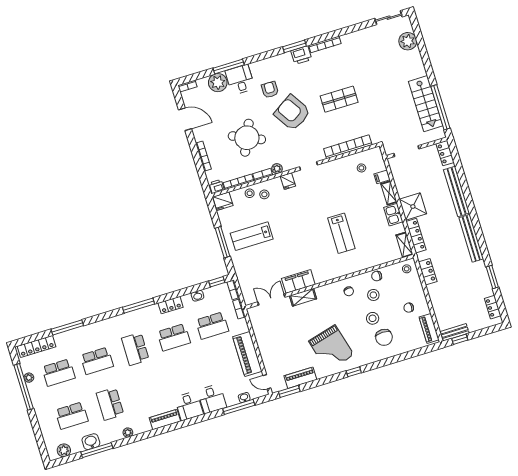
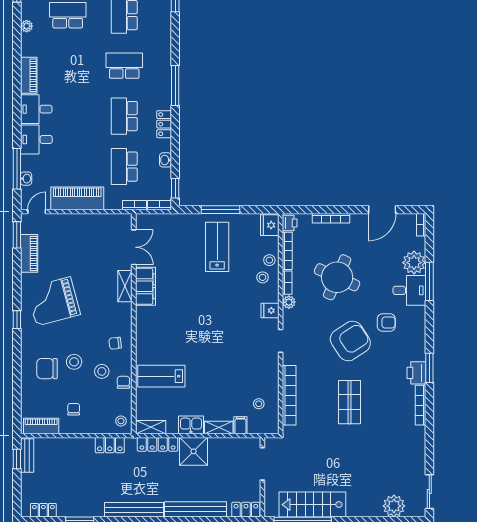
lab bench: (341, 233) -> (161, 376), moved

